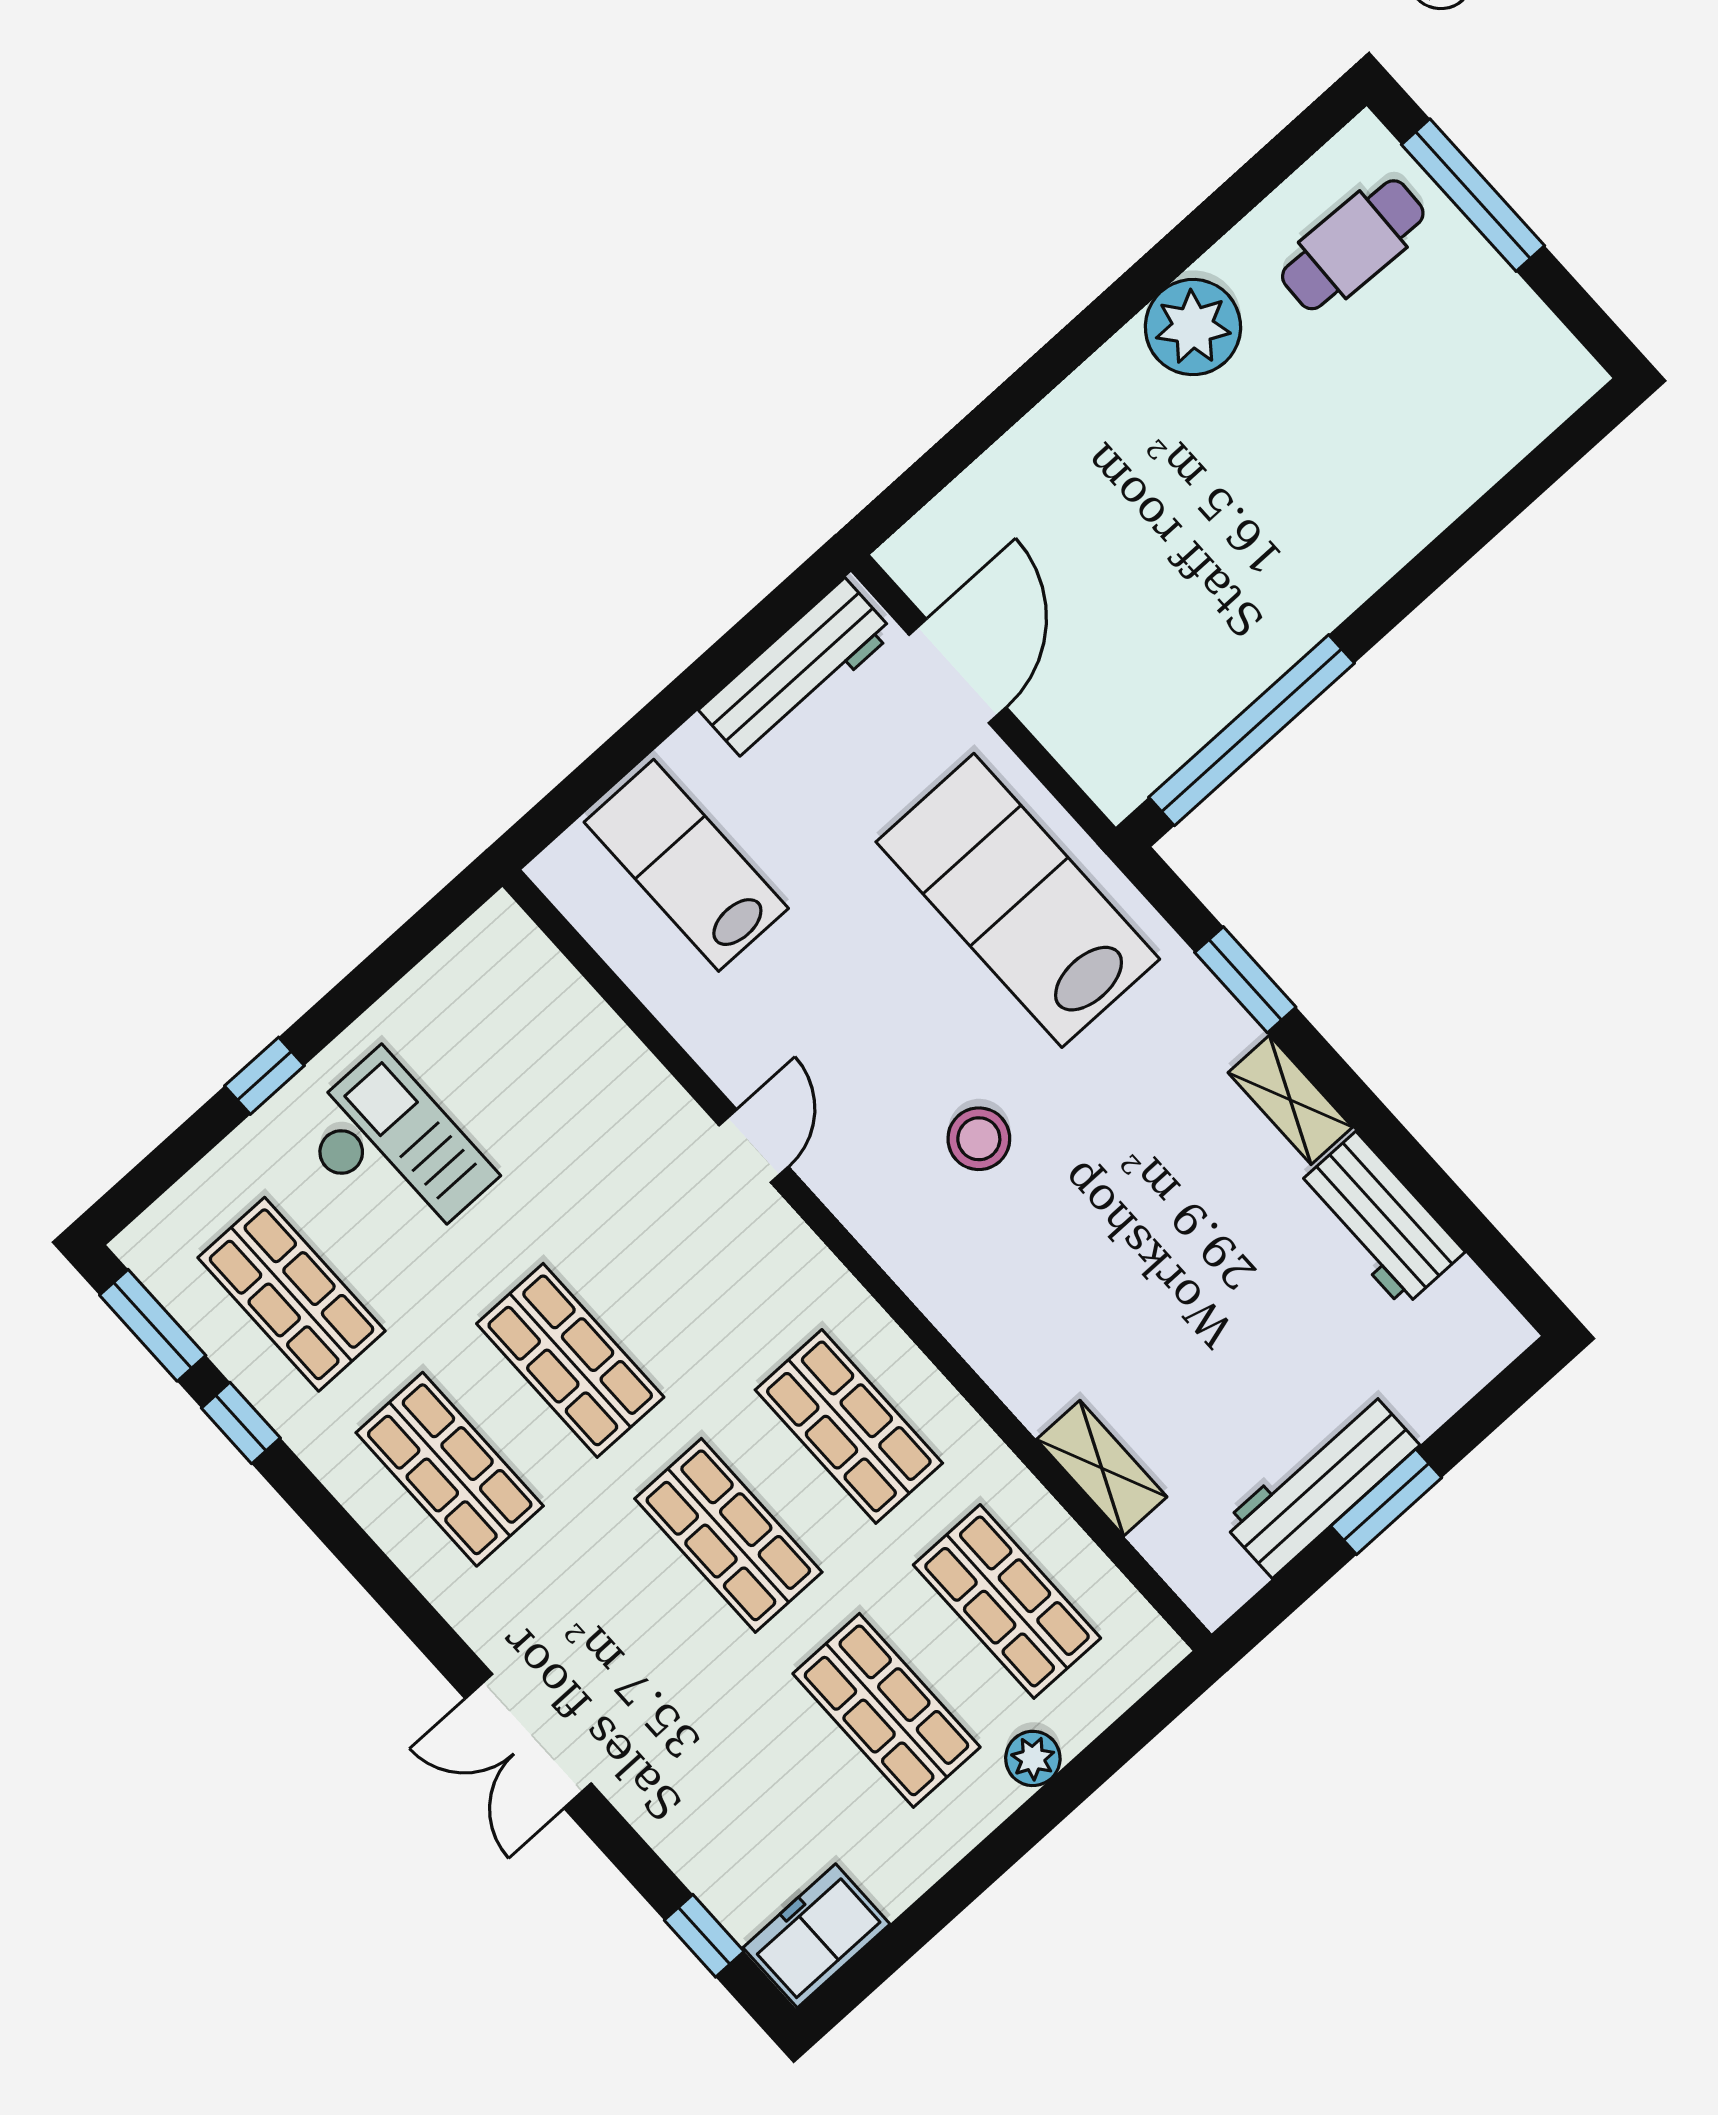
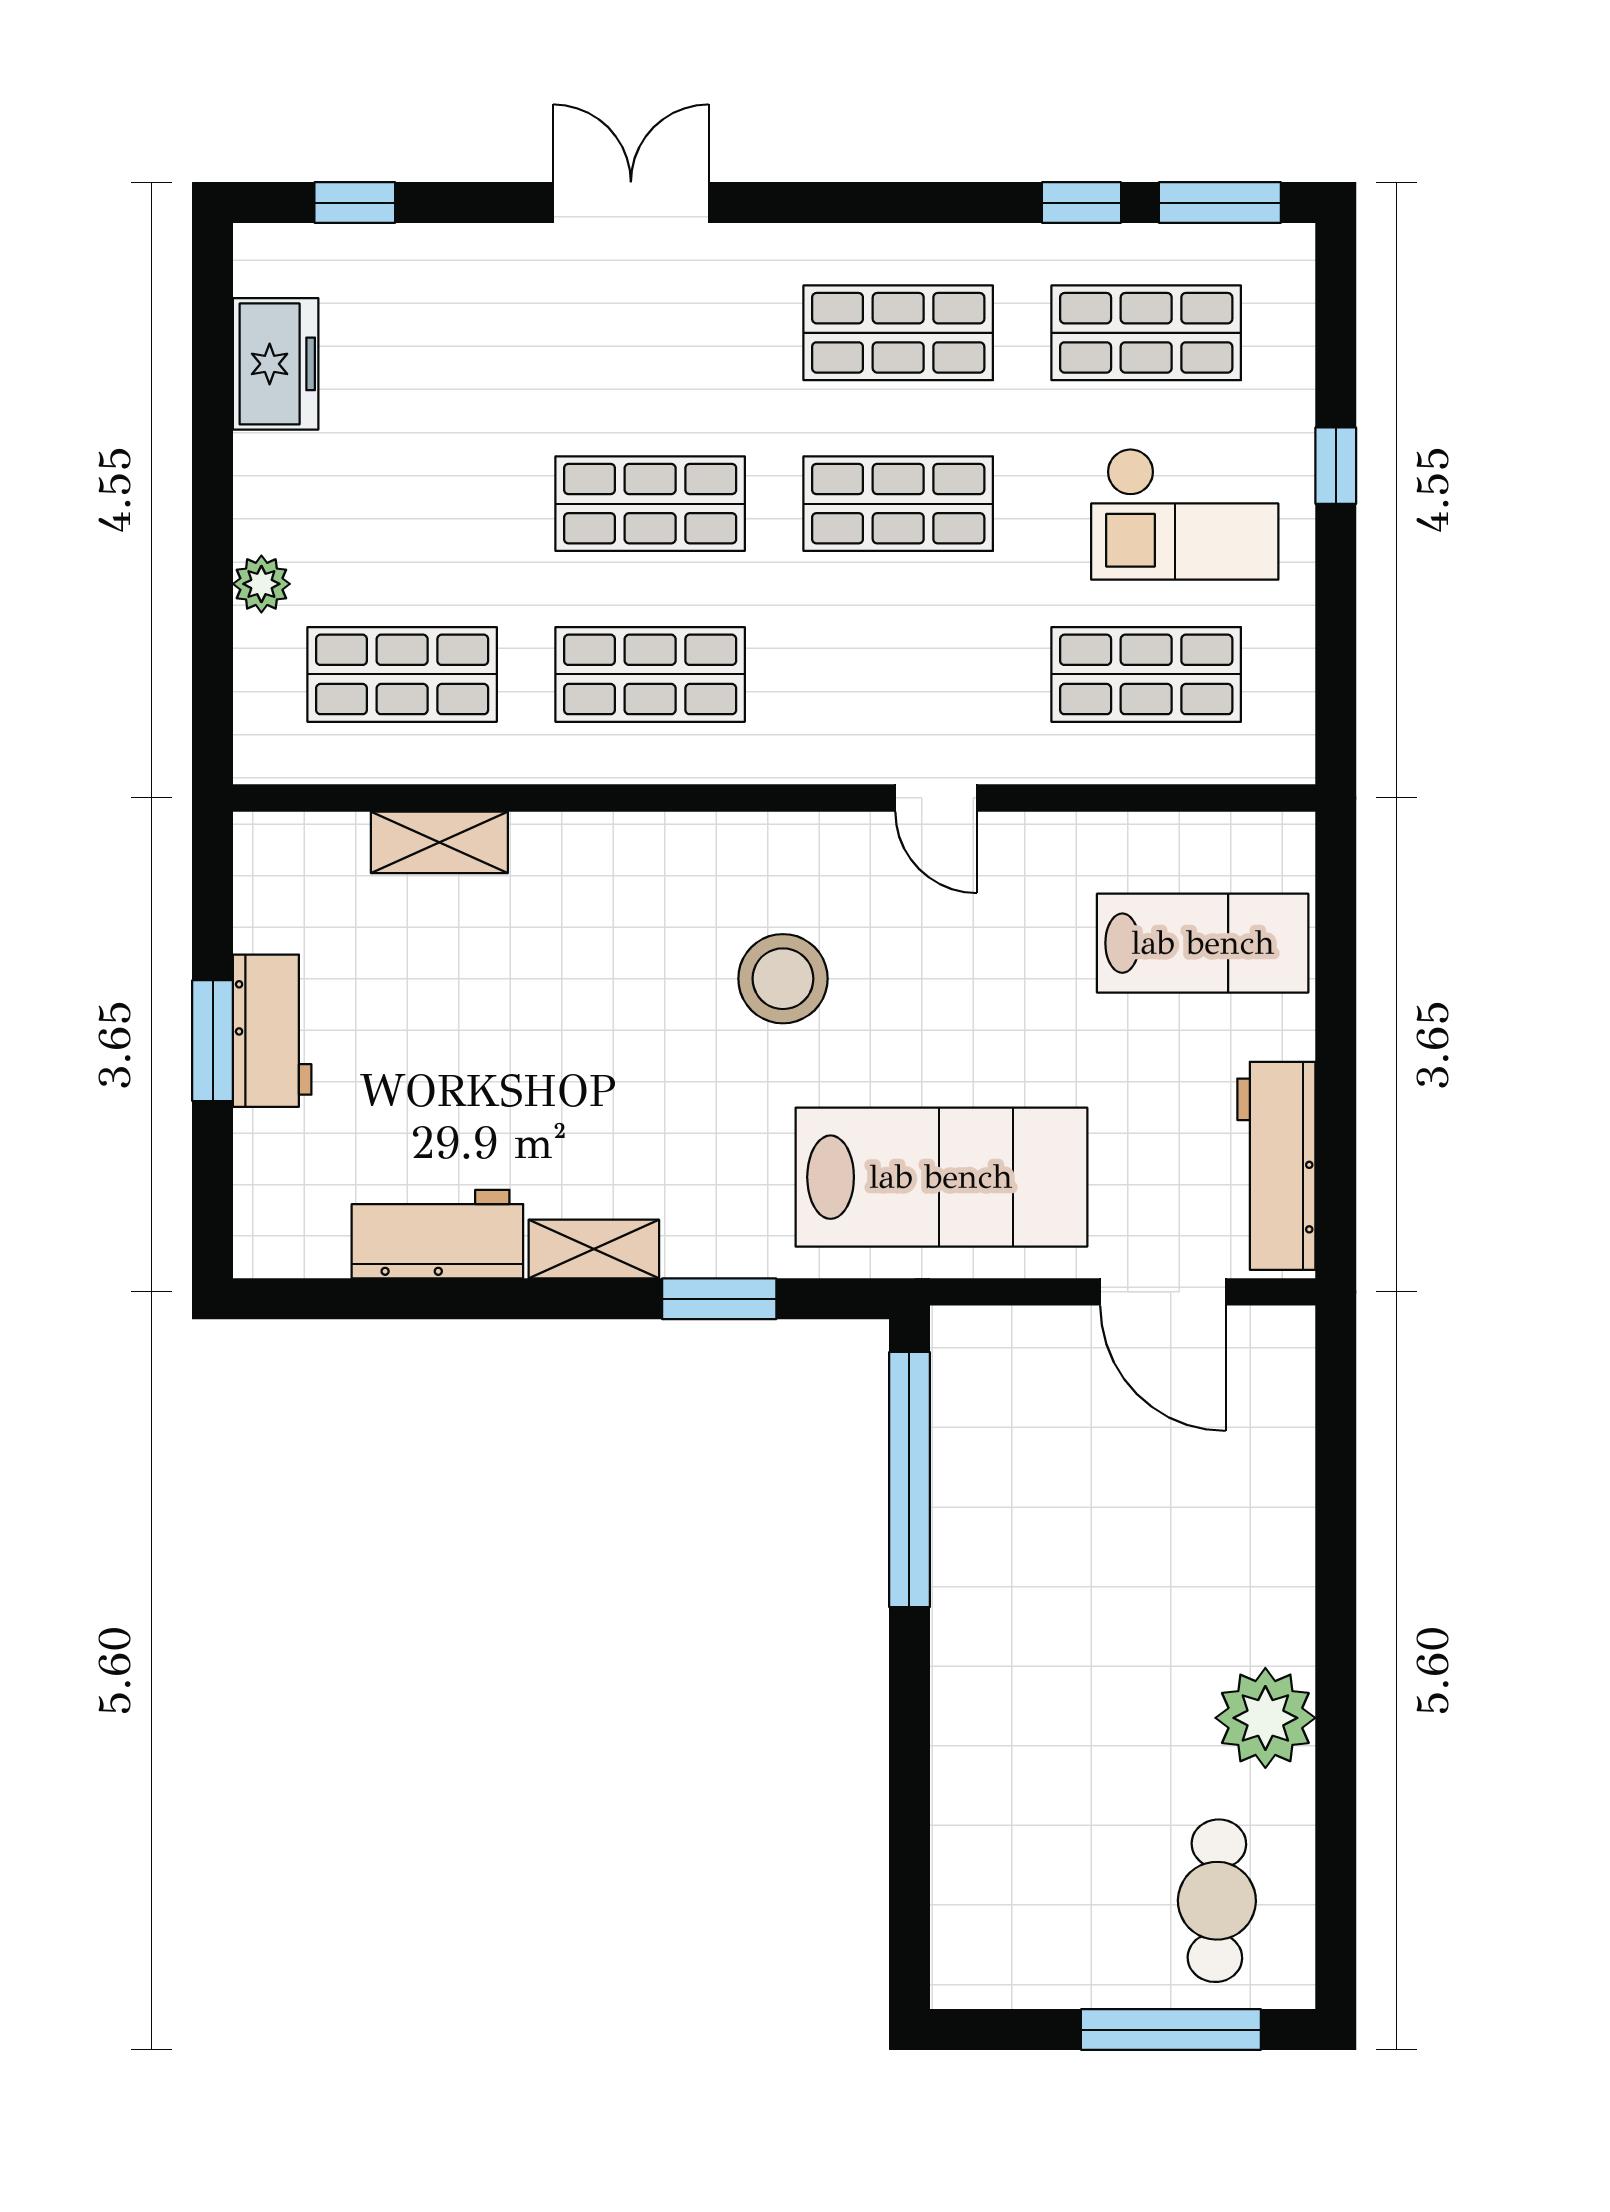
stool: (979, 1139) -> (783, 979), width x1.38, depth x1.38
workbench: (1321, 1484) -> (272, 1031), width x0.73
shop shelf: (886, 1710) -> (1146, 674), moved
freezer: (816, 1936) -> (276, 364), moved

